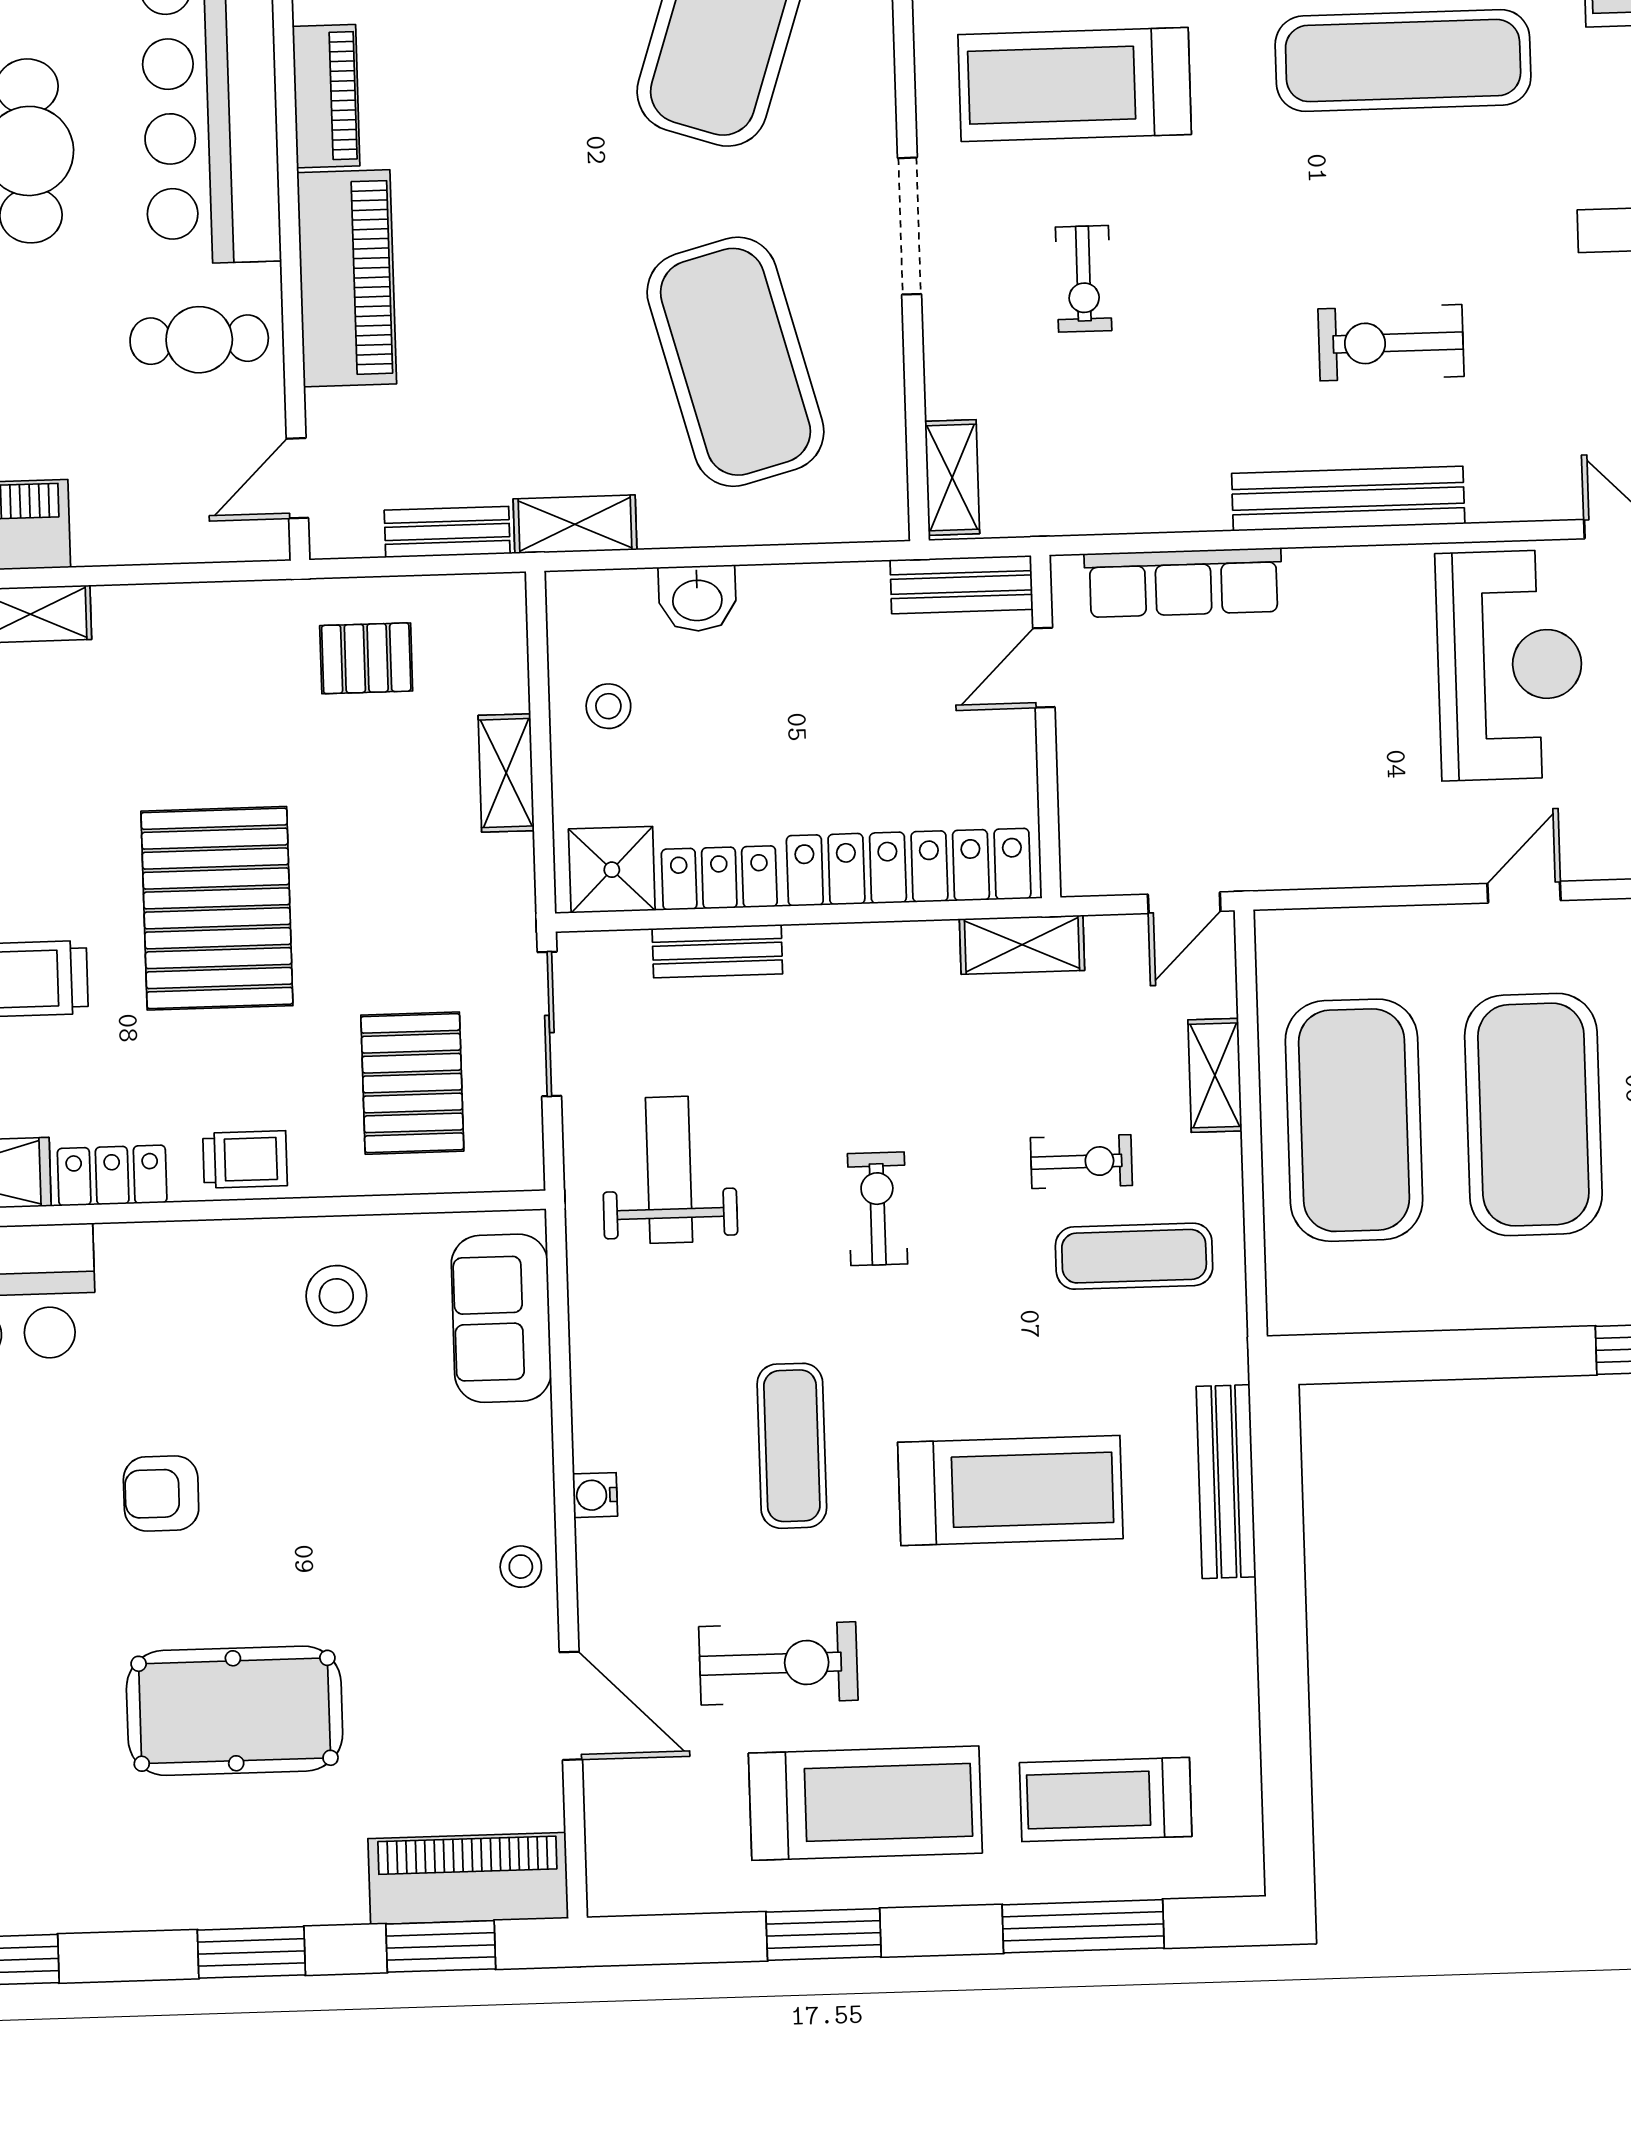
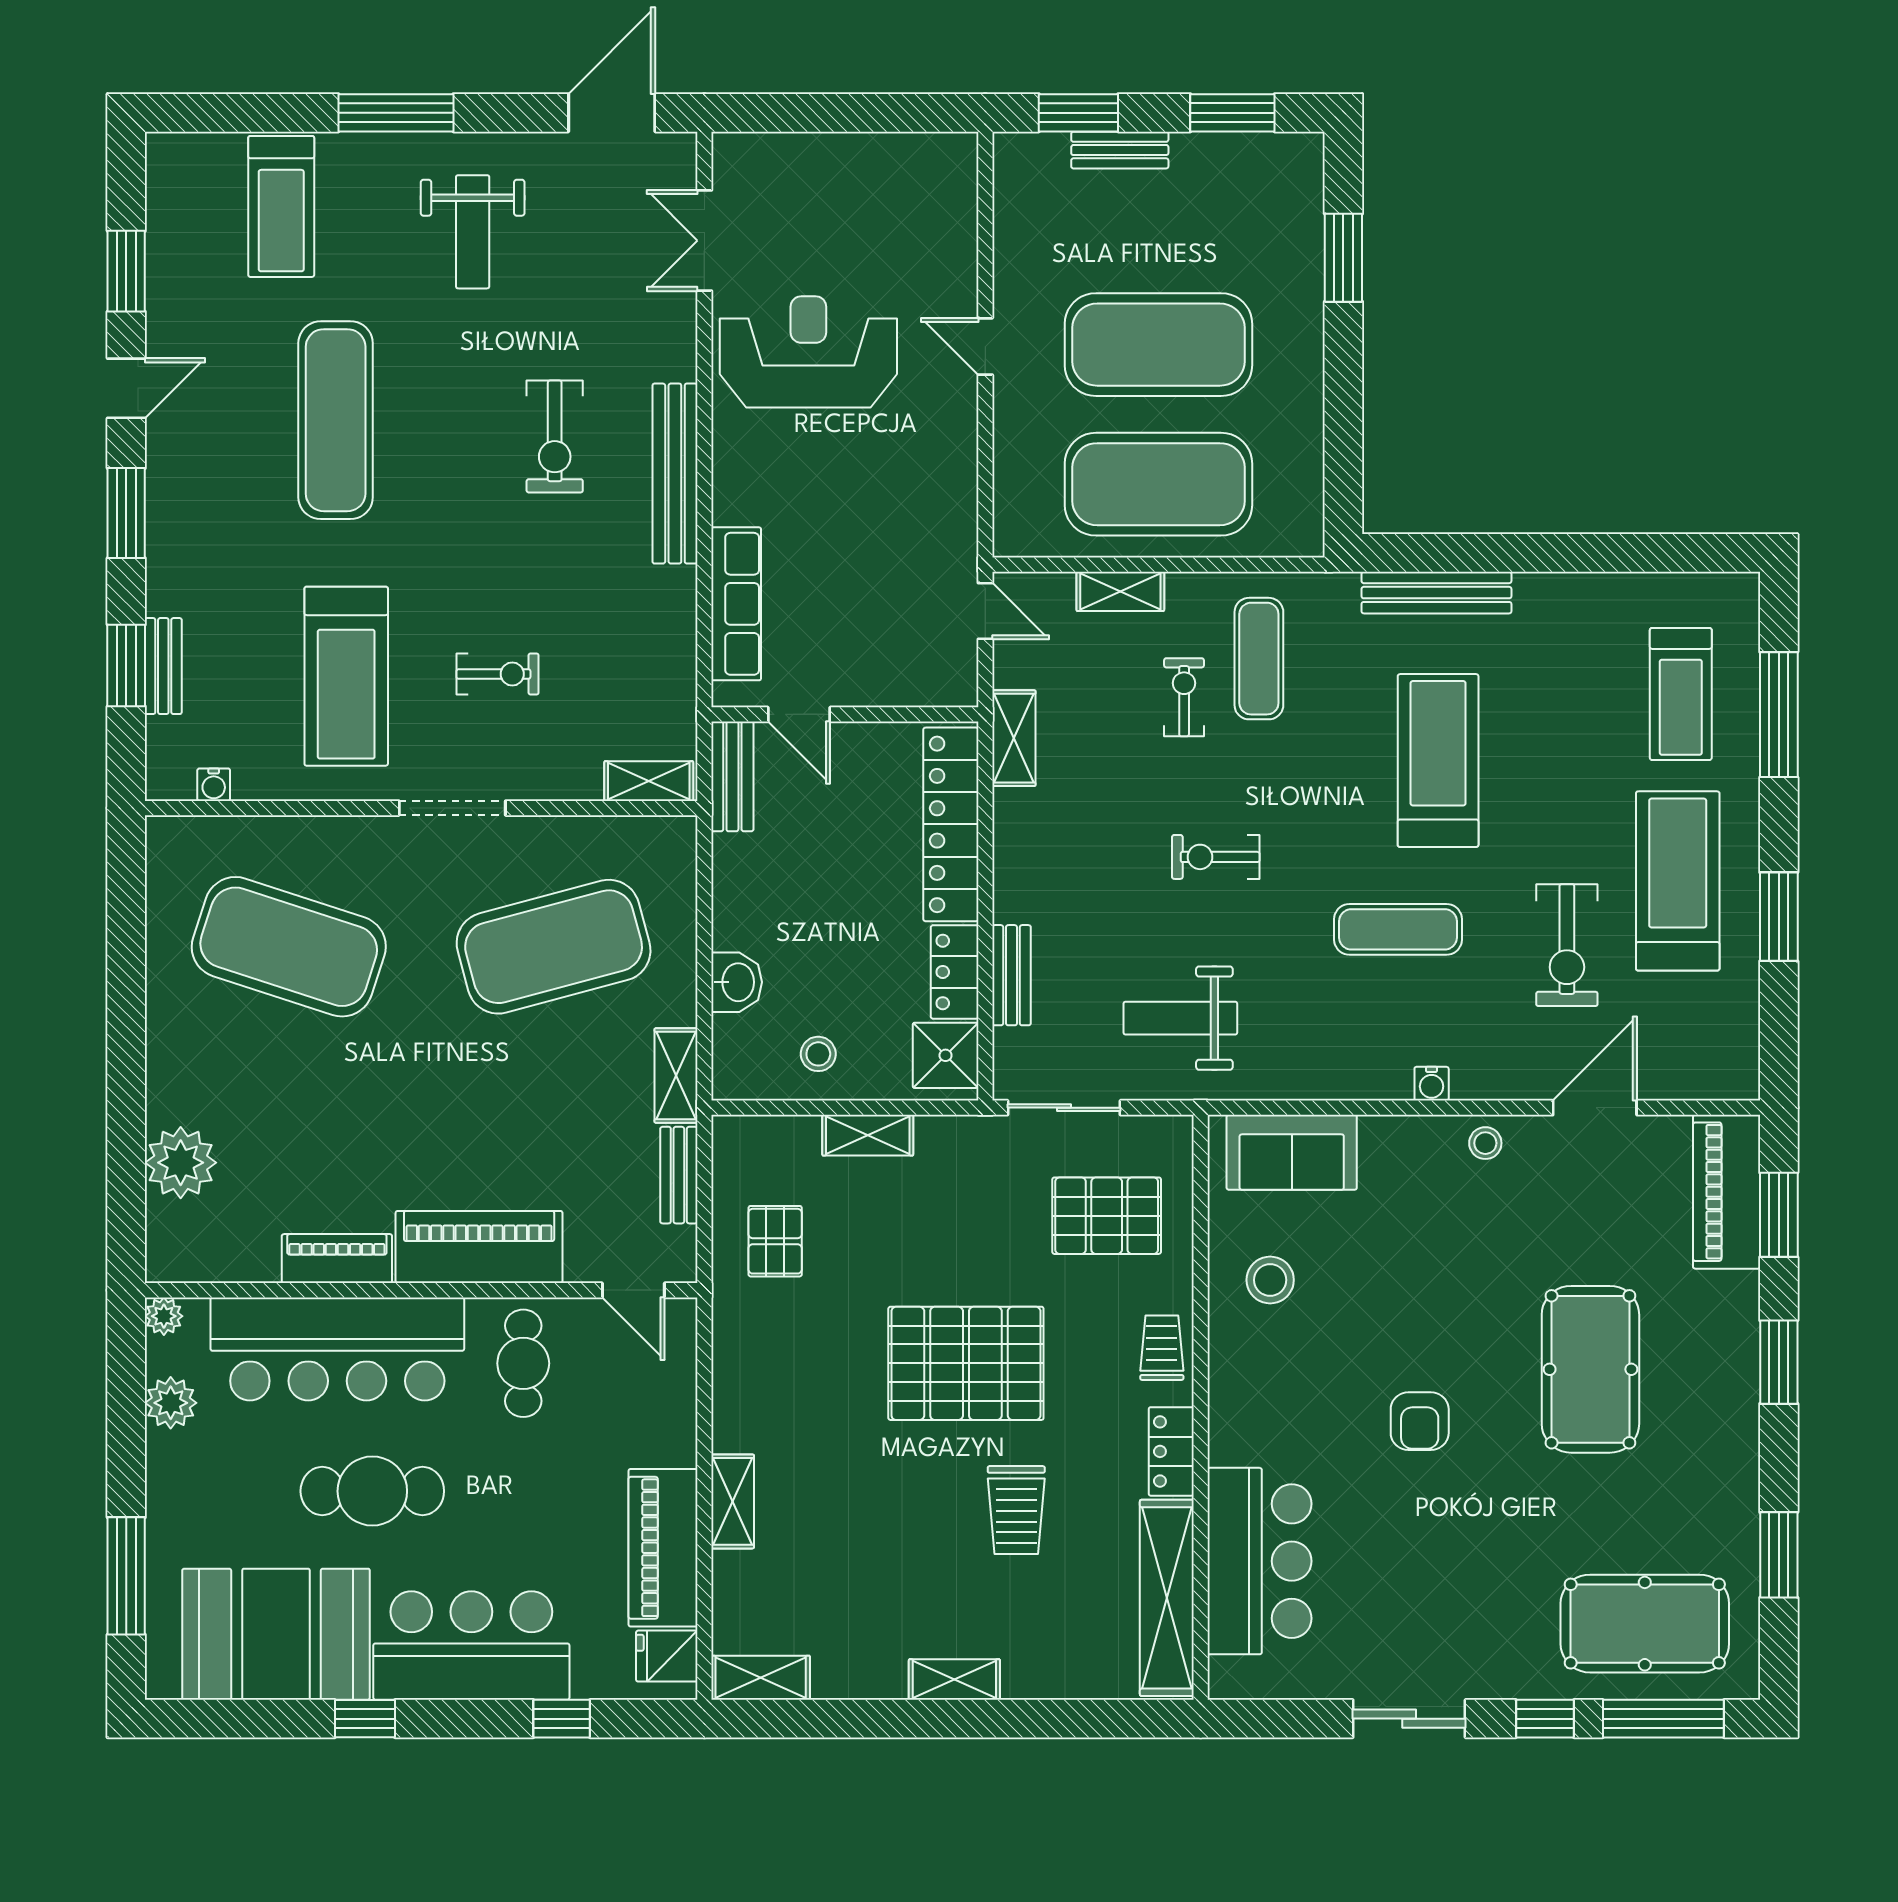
exercise bike: (778, 1663) -> (1567, 945), turned 180

